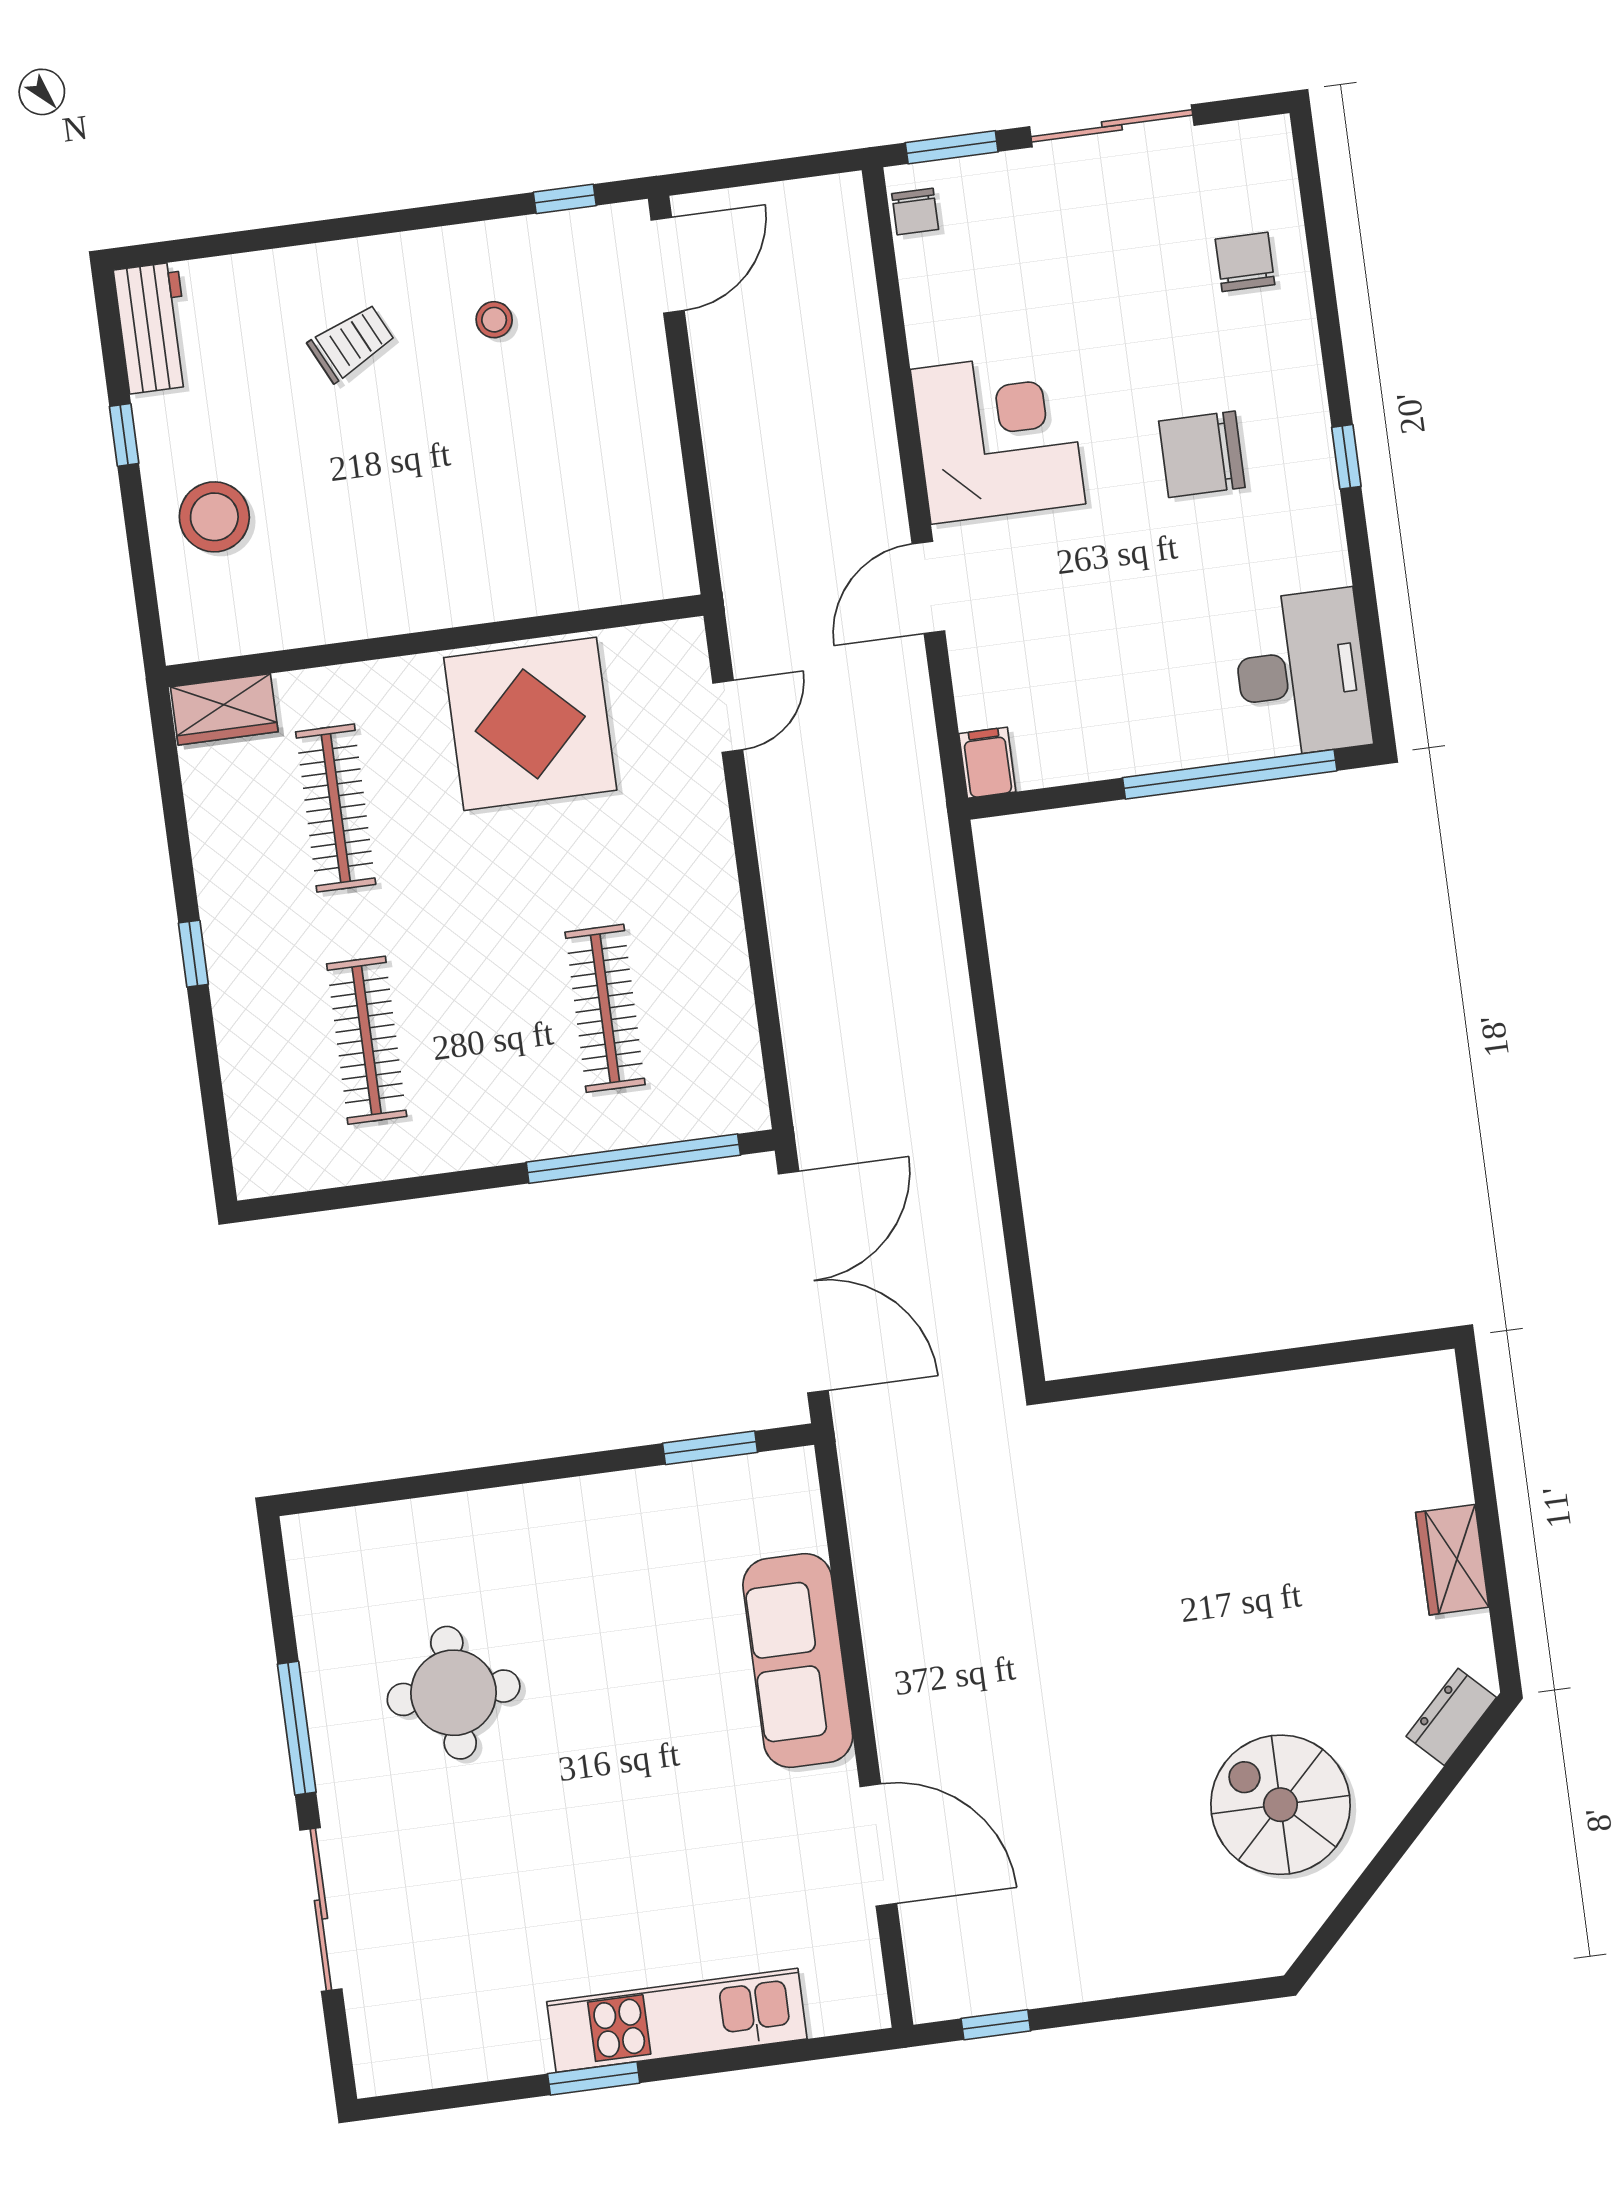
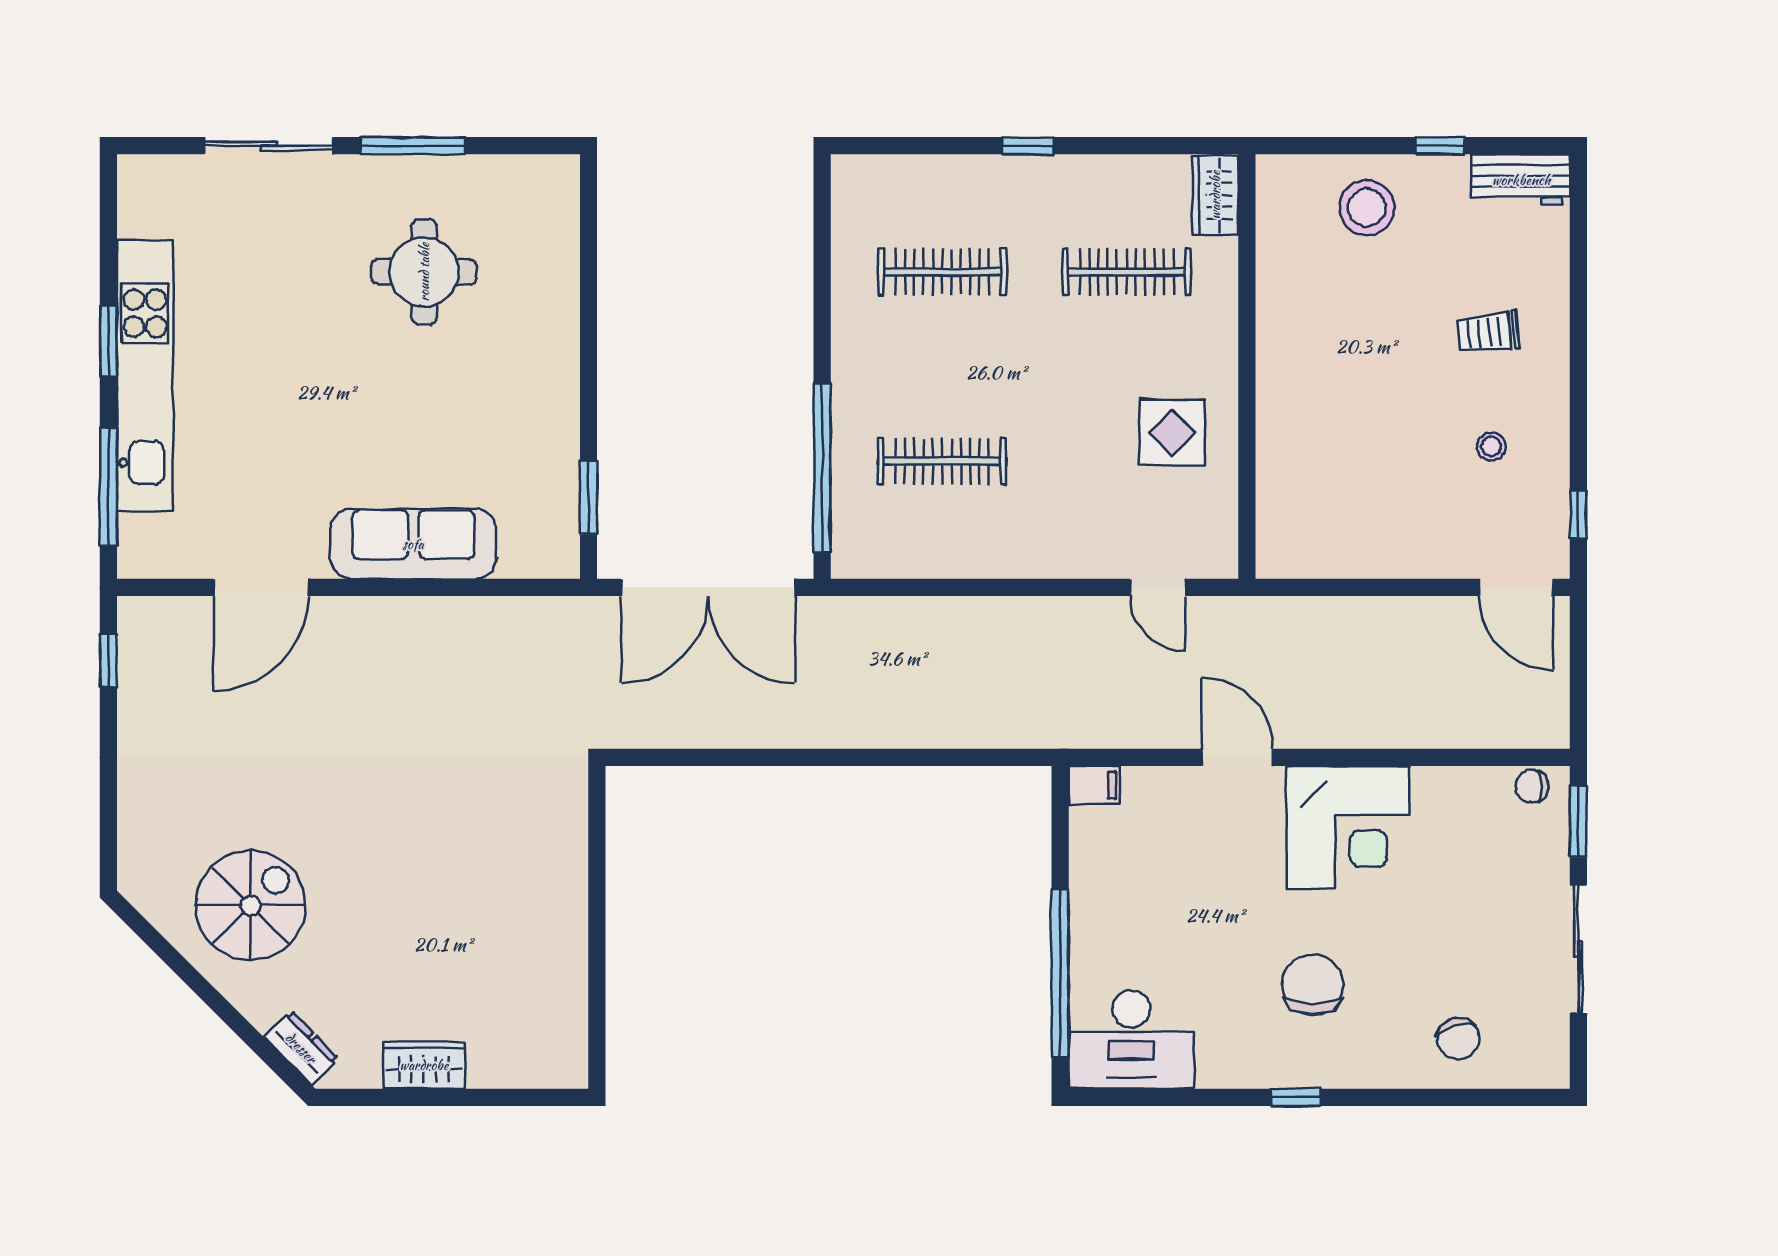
chair: (1245, 262) -> (1458, 1038), turned 73
trolley: (351, 343) -> (1488, 333), turned 110
display table: (530, 724) -> (1172, 432), width x0.54, depth x0.54
kitchen unit: (677, 2020) -> (145, 376), width x1.36
window: (777, 2054) -> (108, 487), added

